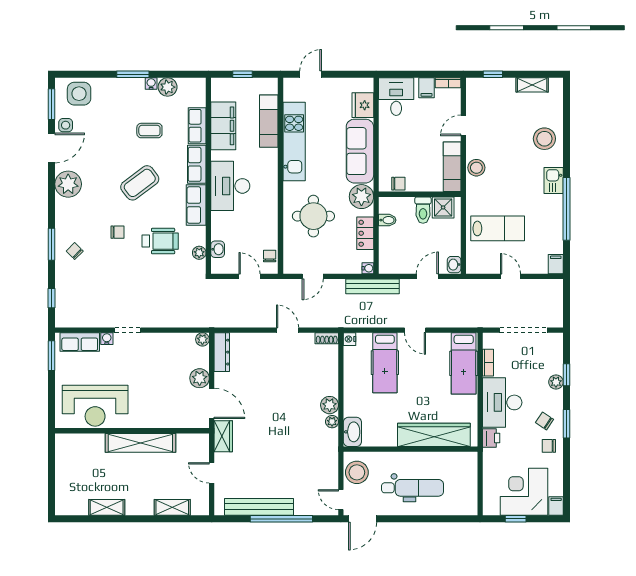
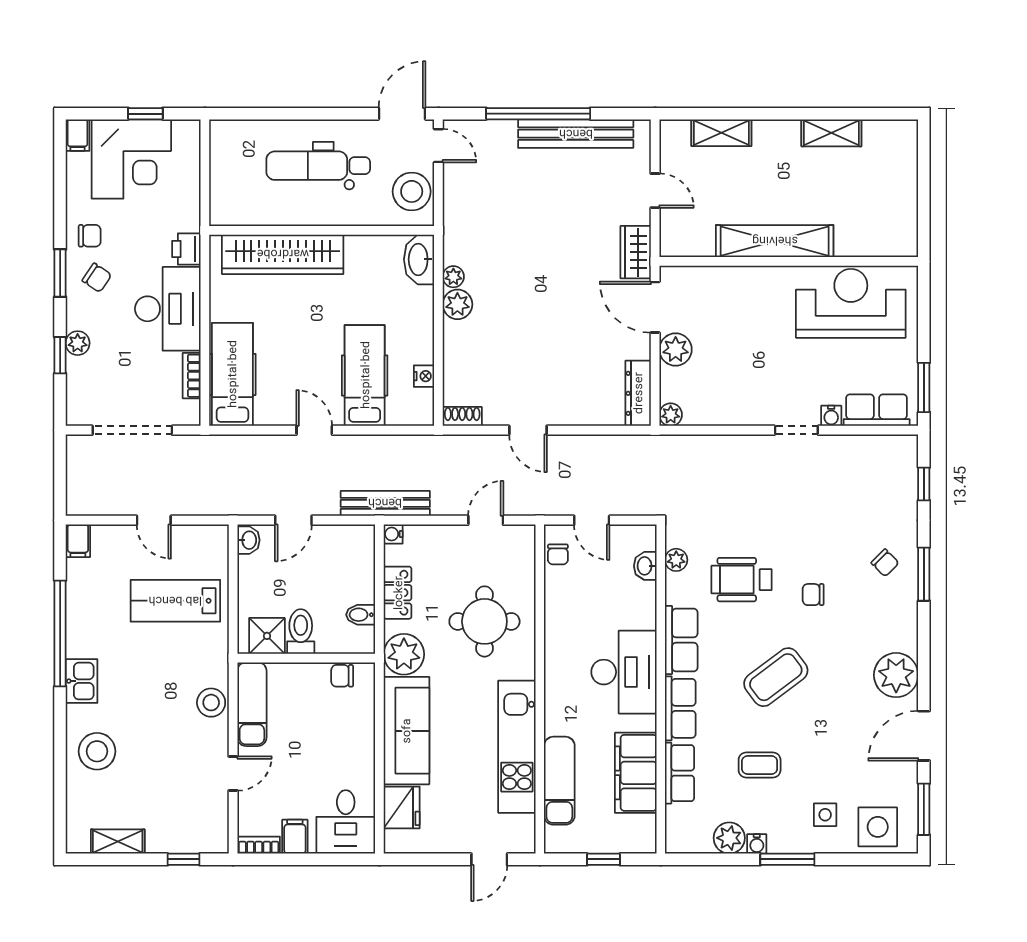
side table: (66, 125) -> (825, 815), moved
nightstand: (349, 339) -> (424, 376), moved

